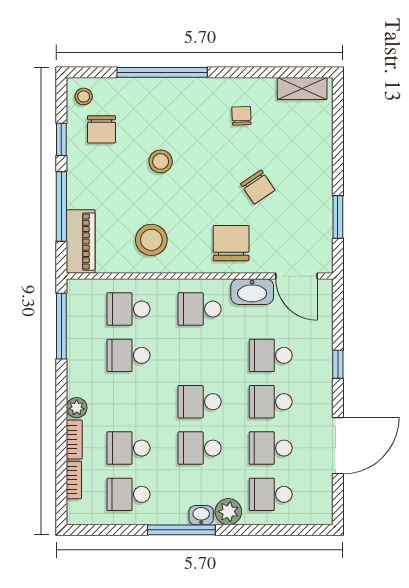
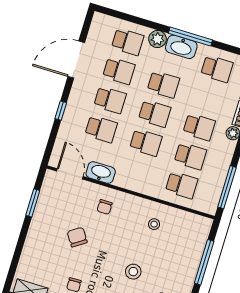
stool: (151, 240) -> (154, 224), width x0.53, depth x0.53
piano: (81, 242) -> (199, 237), removed
chair: (231, 243) -> (105, 207), width x0.54, depth x0.54
school desk: (200, 309) -> (146, 143), moved
school desk: (128, 448) -> (199, 127), moved
washbasin: (201, 515) -> (181, 47), width x1.91, depth x1.45

